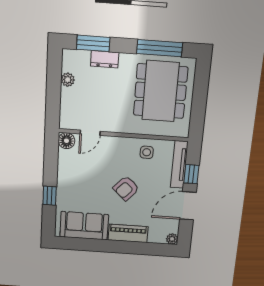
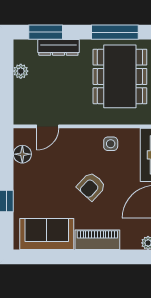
dresser: (105, 59) -> (58, 47), width x1.44
floor lamp: (66, 141) -> (22, 154), moved

